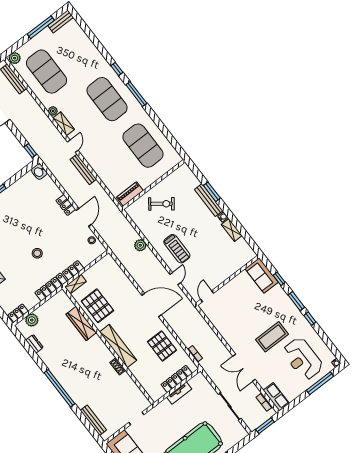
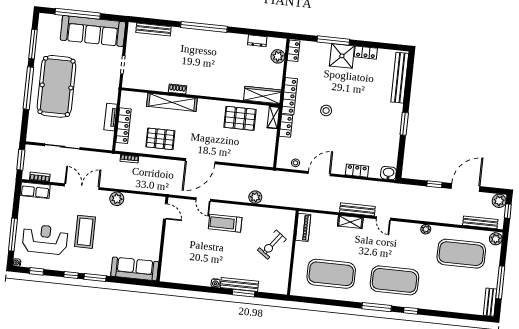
shelving: (64, 124) -> (350, 222), moved
window: (30, 151) -> (434, 184), moved
locker: (66, 205) -> (357, 171), moved
door: (84, 217) -> (319, 174), swing flipped
shelving: (232, 230) -> (199, 280), removed
sofa: (262, 276) -> (135, 269), width x1.36
window: (279, 279) -> (37, 271), moved
wardrobe: (81, 323) -> (262, 95), moved
plant: (230, 337) -> (117, 199), added
shelving: (118, 346) -> (172, 102), moved

